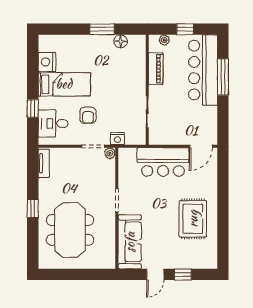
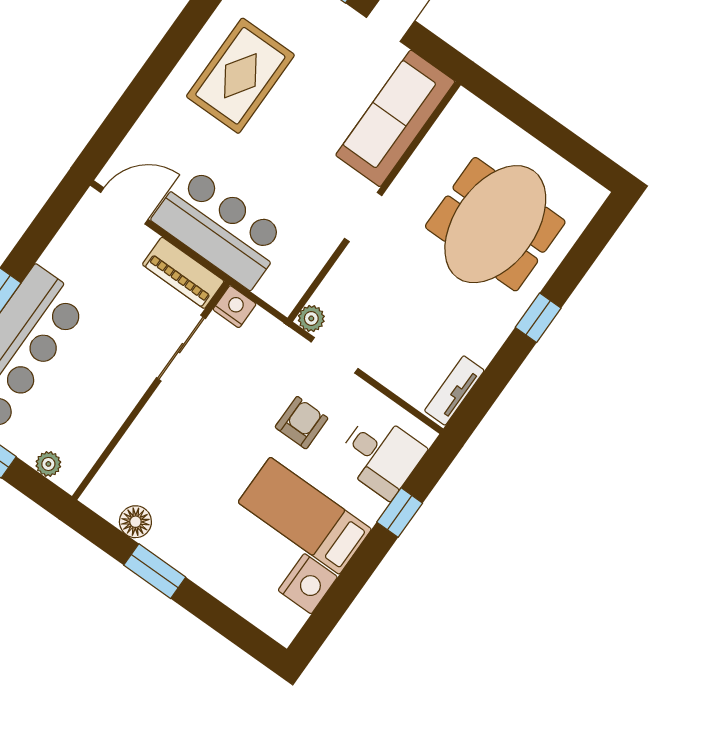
piano: (156, 69) -> (183, 273), moved, turned -90
nightstand: (117, 139) -> (235, 307), moved

